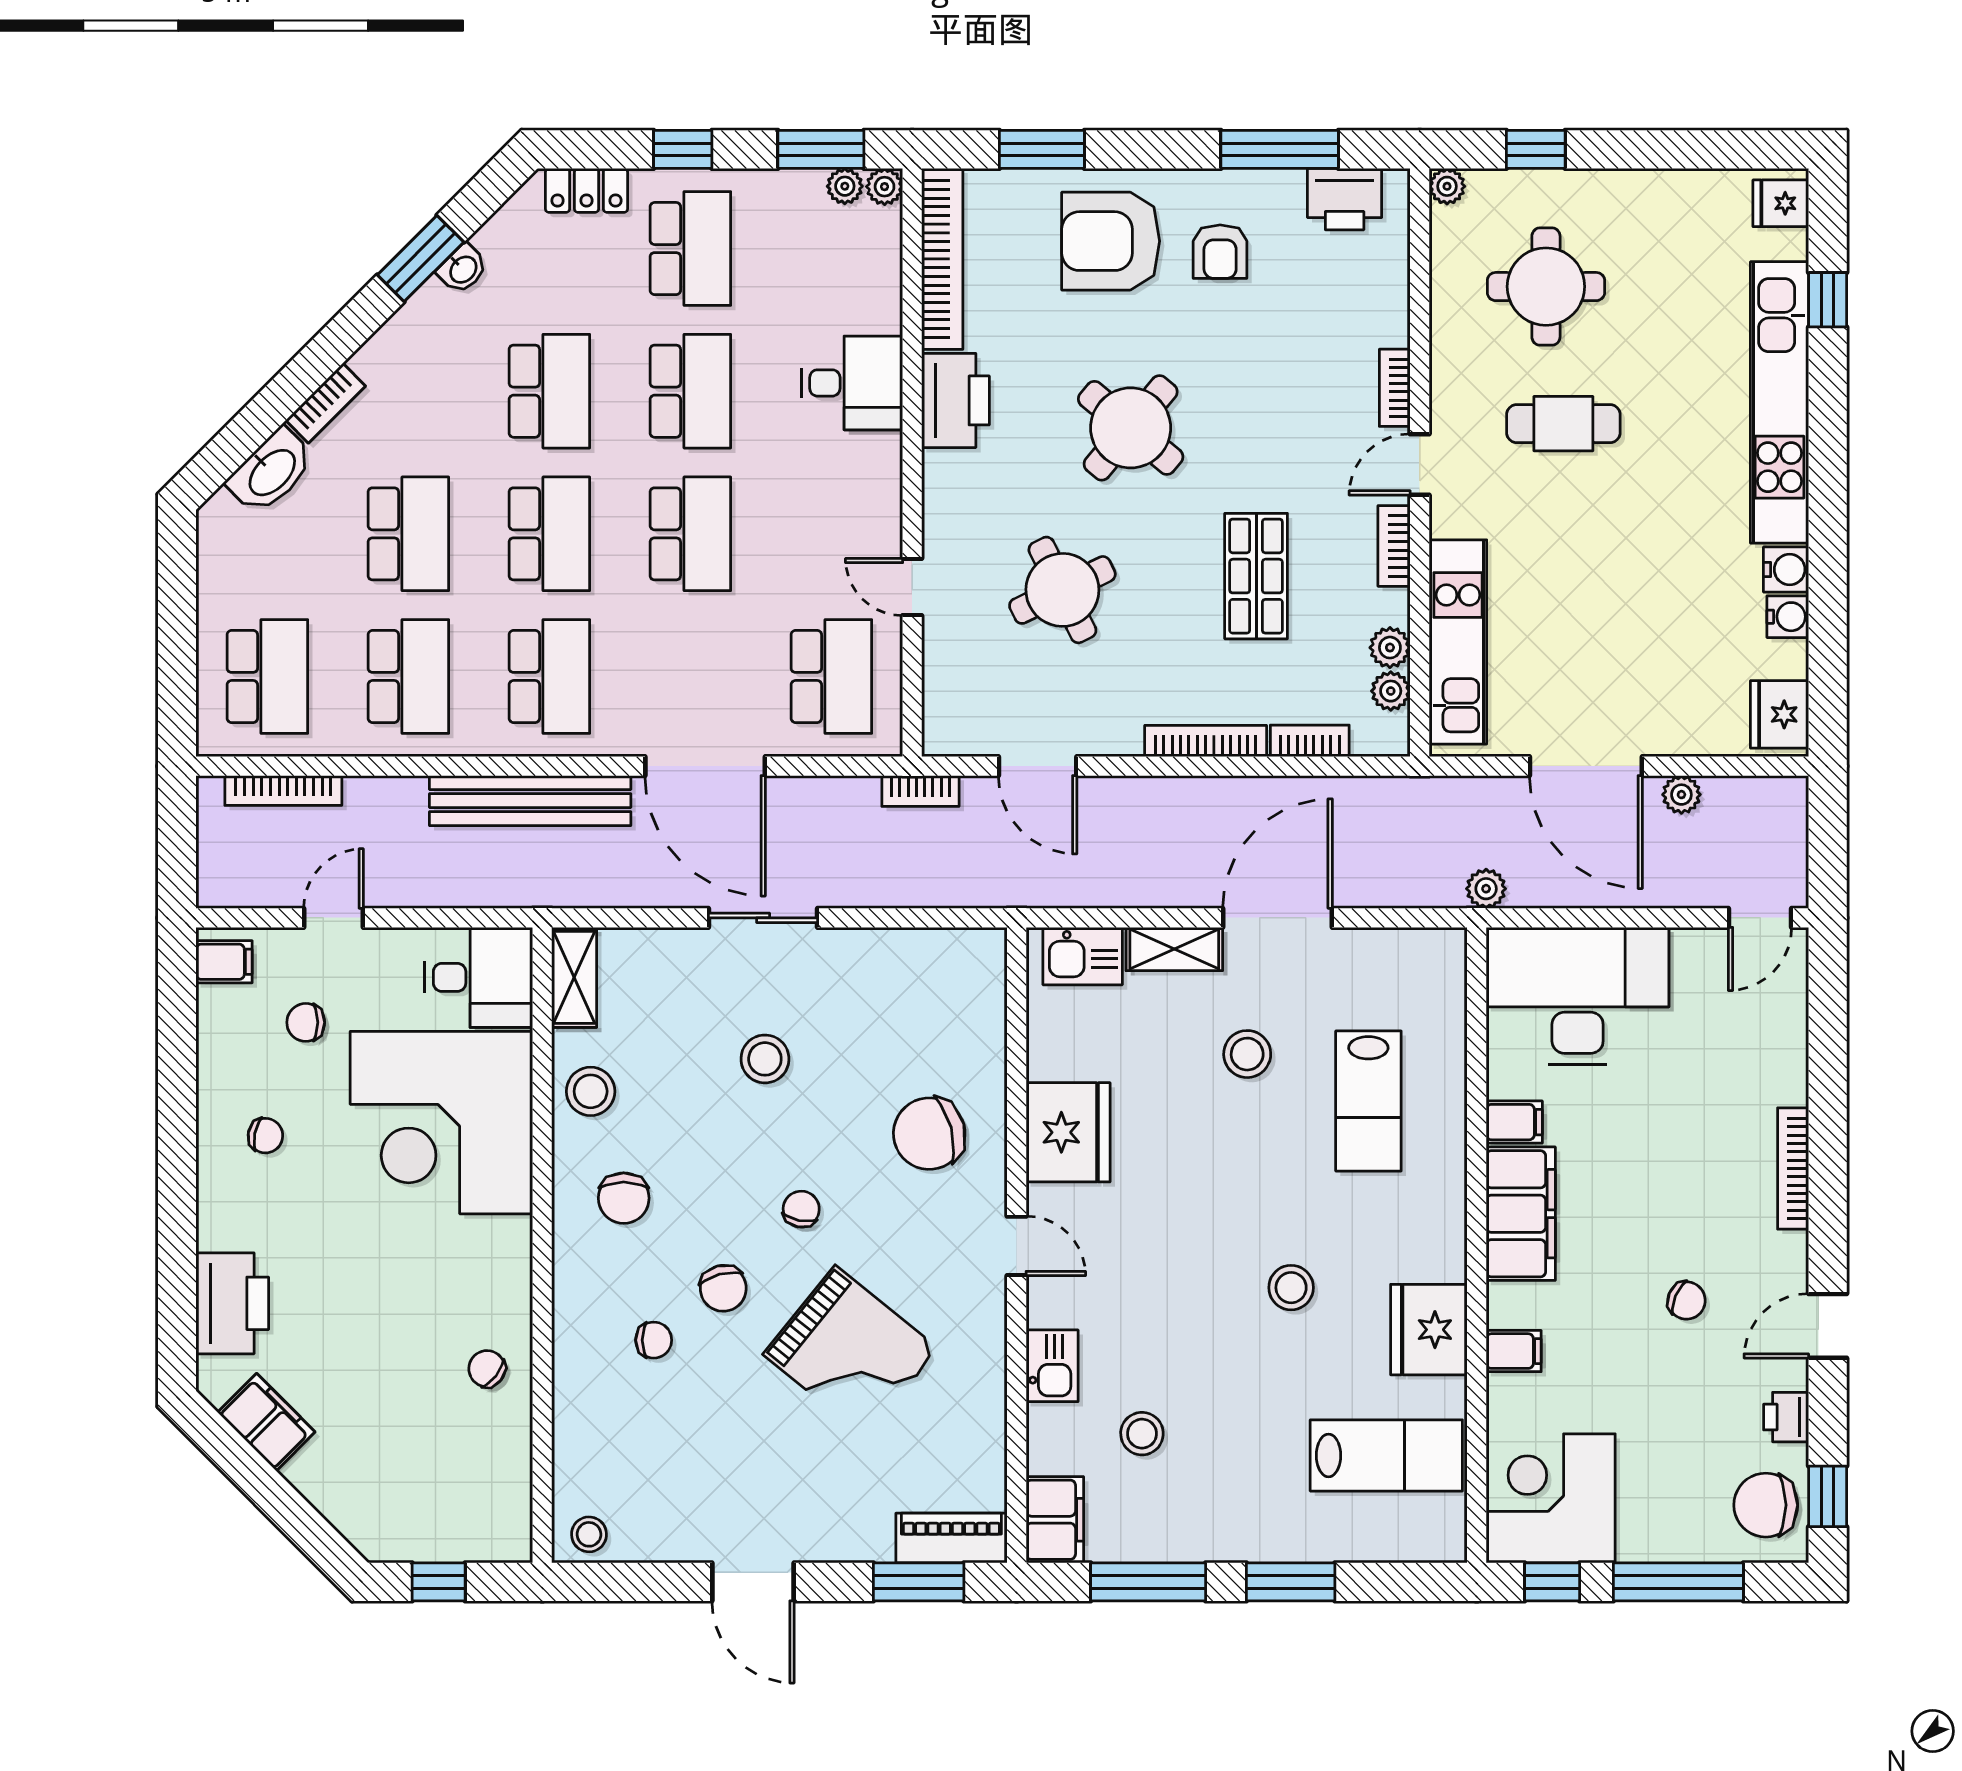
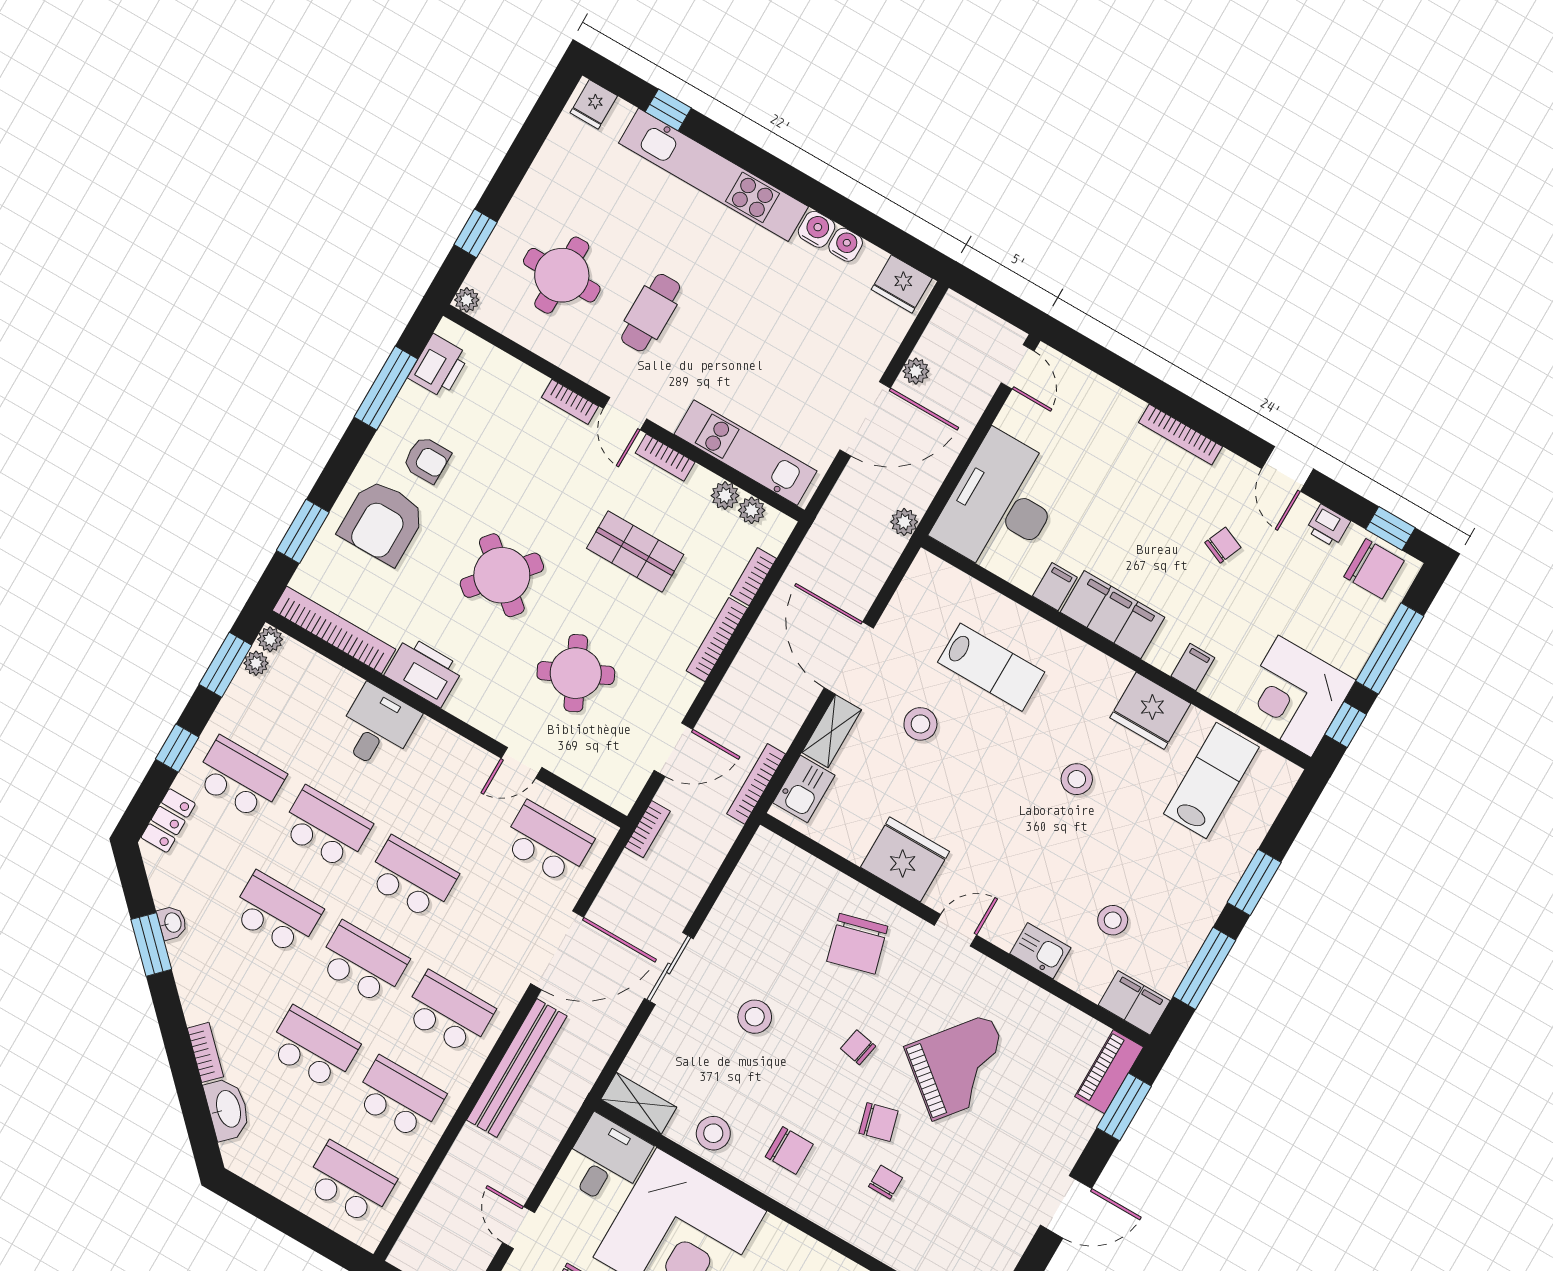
bookcase: (283, 791) -> (756, 784), moved, turned 180
chair: (1766, 1505) -> (1374, 569), turned -90

